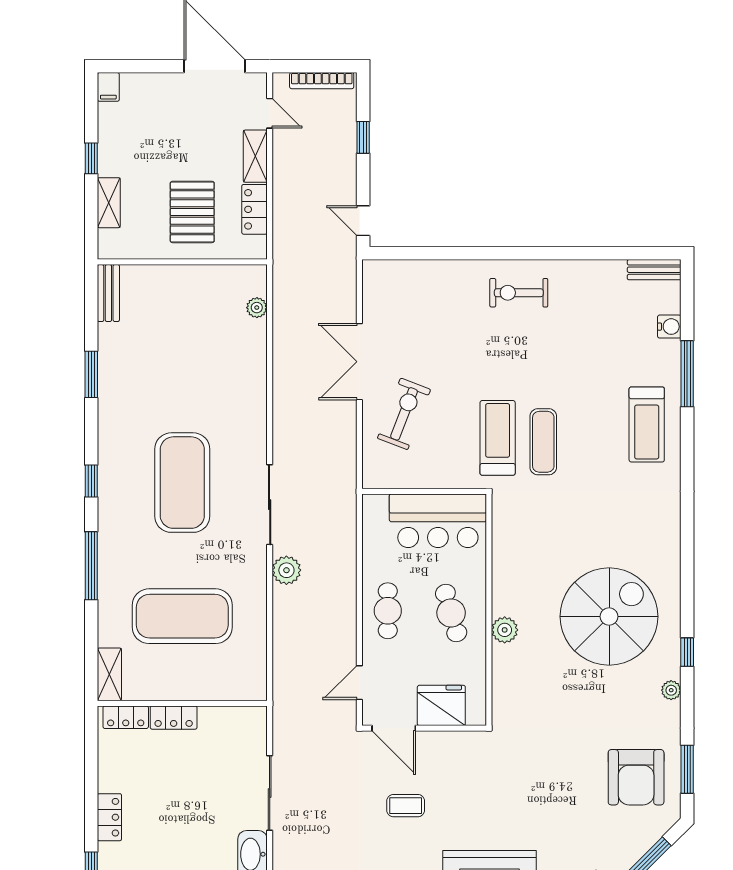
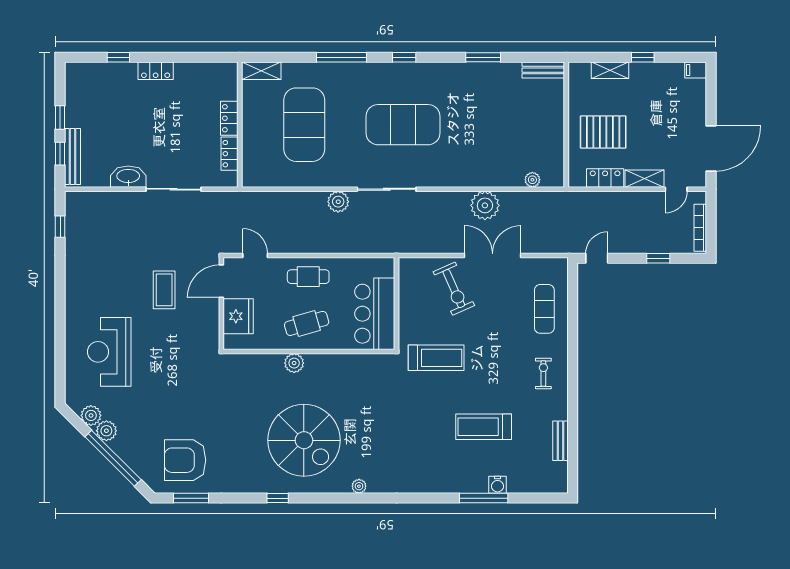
bench: (654, 270) -> (560, 441), moved
exercise bike: (519, 293) -> (543, 373), width x0.73, depth x0.72
water cooler: (669, 327) -> (498, 485), moved
plant: (291, 372) -> (485, 205), added
exercise bike: (404, 414) -> (454, 289), turned 45
treadmill: (647, 424) -> (484, 427), moved
exercise mat: (543, 442) -> (544, 309), moved, turned 90
plant: (671, 690) -> (359, 486), moved
locker: (126, 717) -> (230, 154), moved
coffee table: (406, 806) -> (164, 290), width x1.36, depth x1.30

